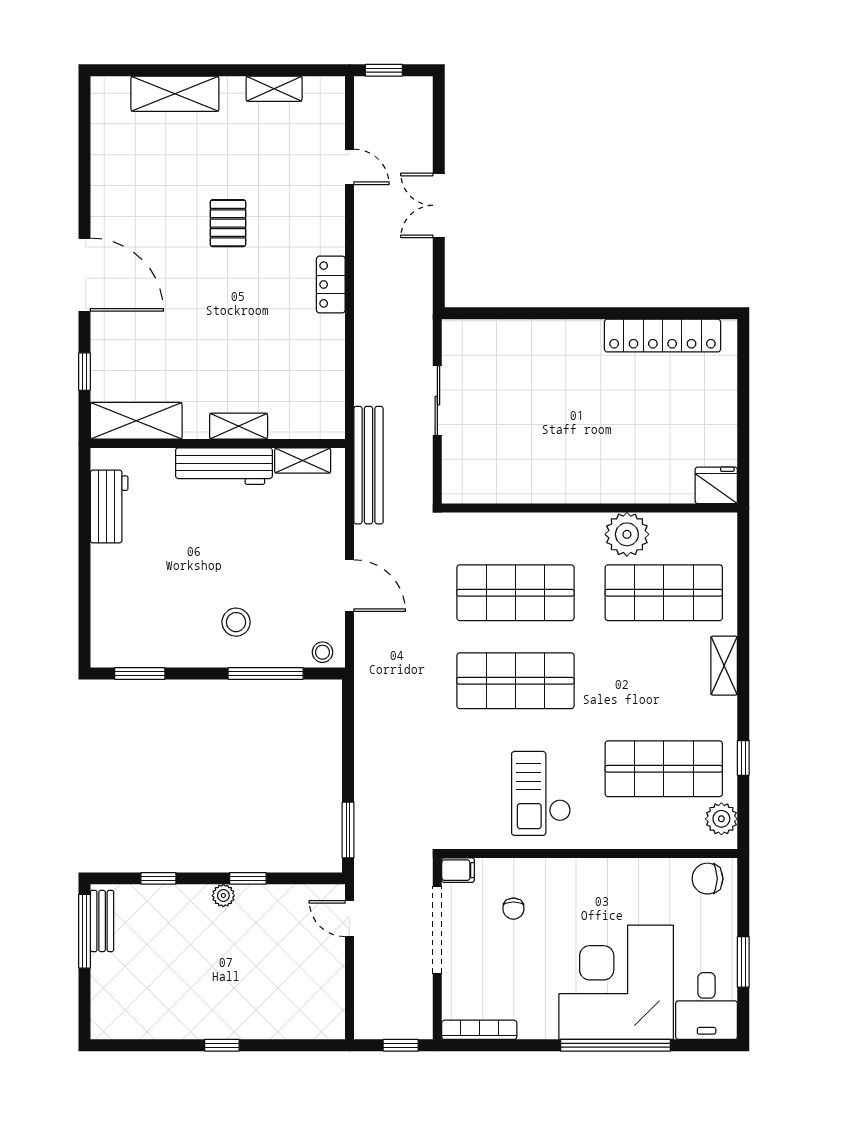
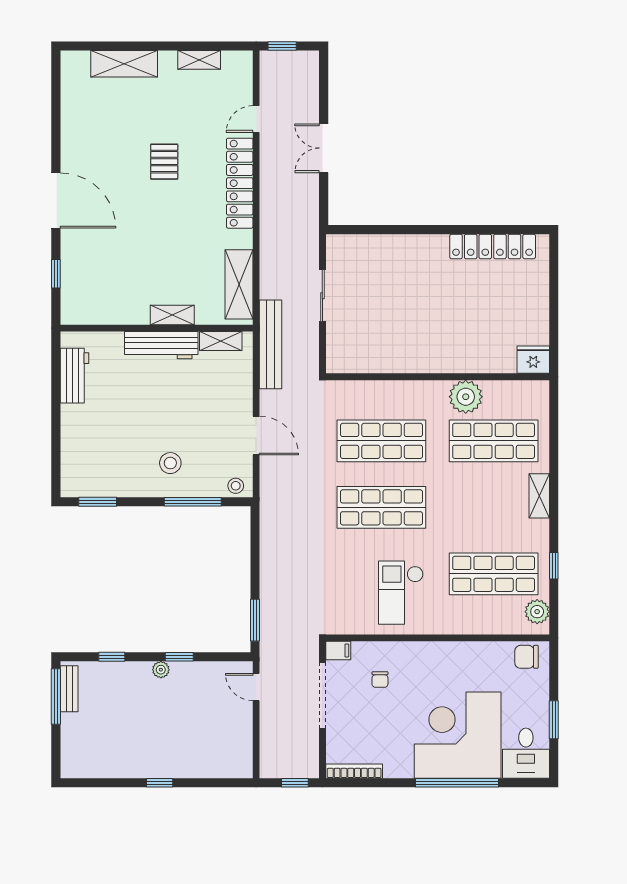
door: (349, 167) -> (256, 119), swing flipped
locker: (331, 284) -> (240, 183), width x2.16, depth x1.21
shelving: (136, 421) -> (239, 284), moved, turned 90

